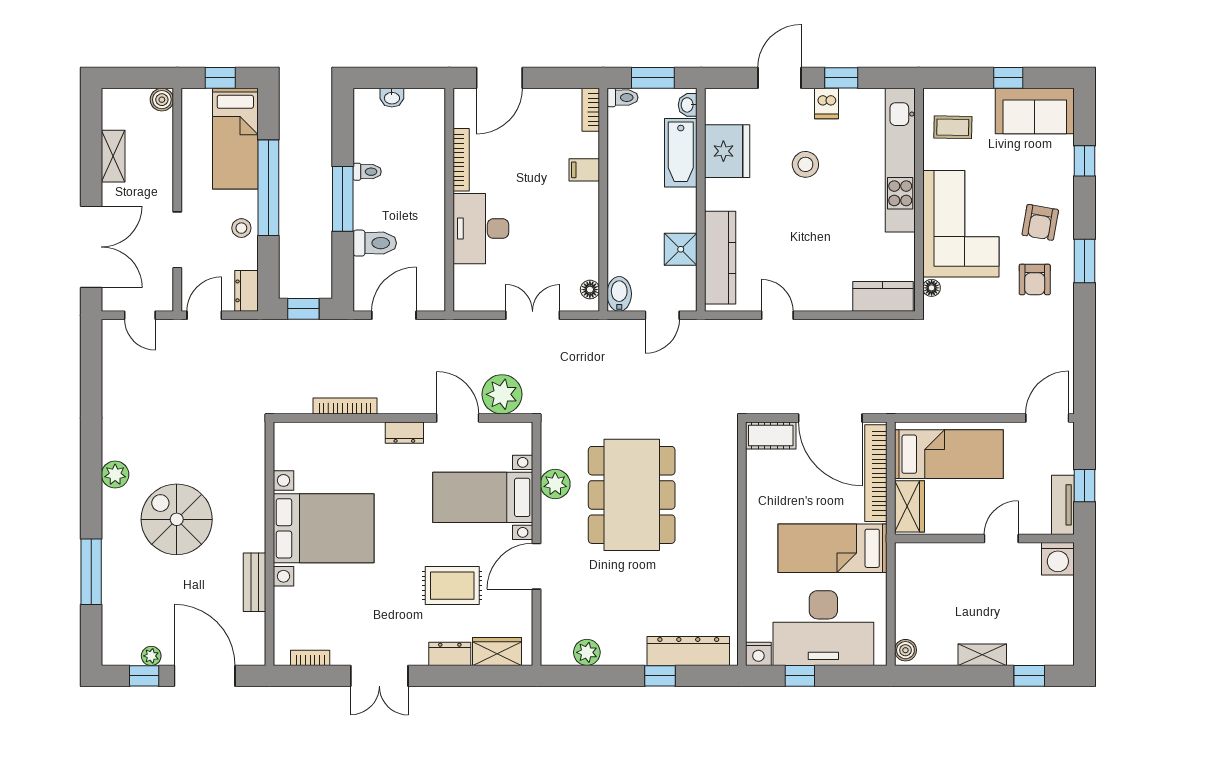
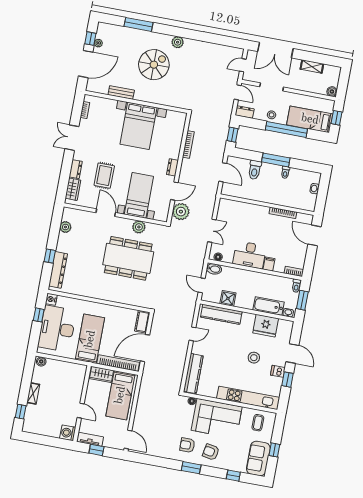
desk: (481, 229) -> (249, 255), moved, turned 180
kitchen counter: (883, 296) -> (193, 374), width x1.50

